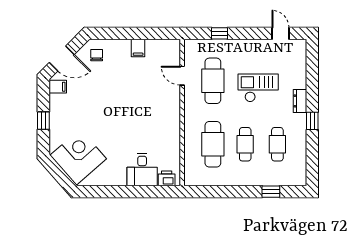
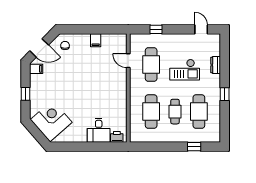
checkout: (258, 88) -> (185, 70), turned 180
dresser: (300, 101) -> (216, 65), moved
cafe table: (277, 144) -> (199, 112), width x1.37, depth x1.35

